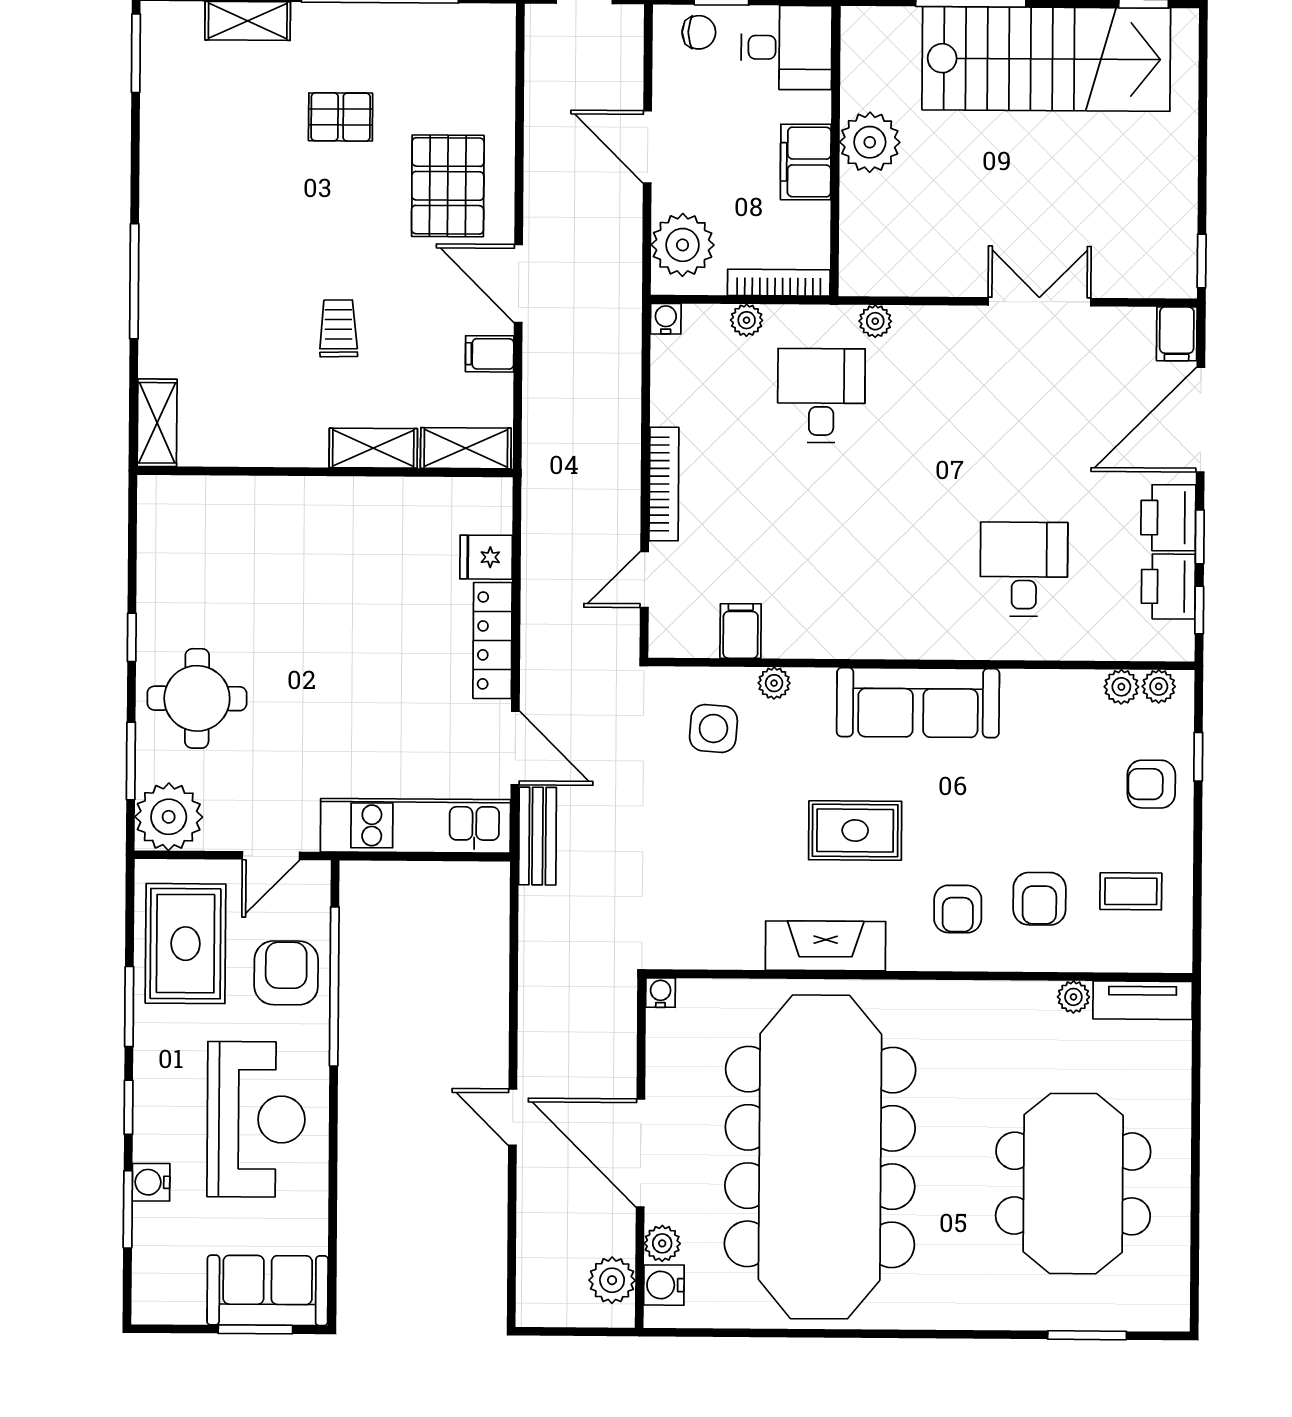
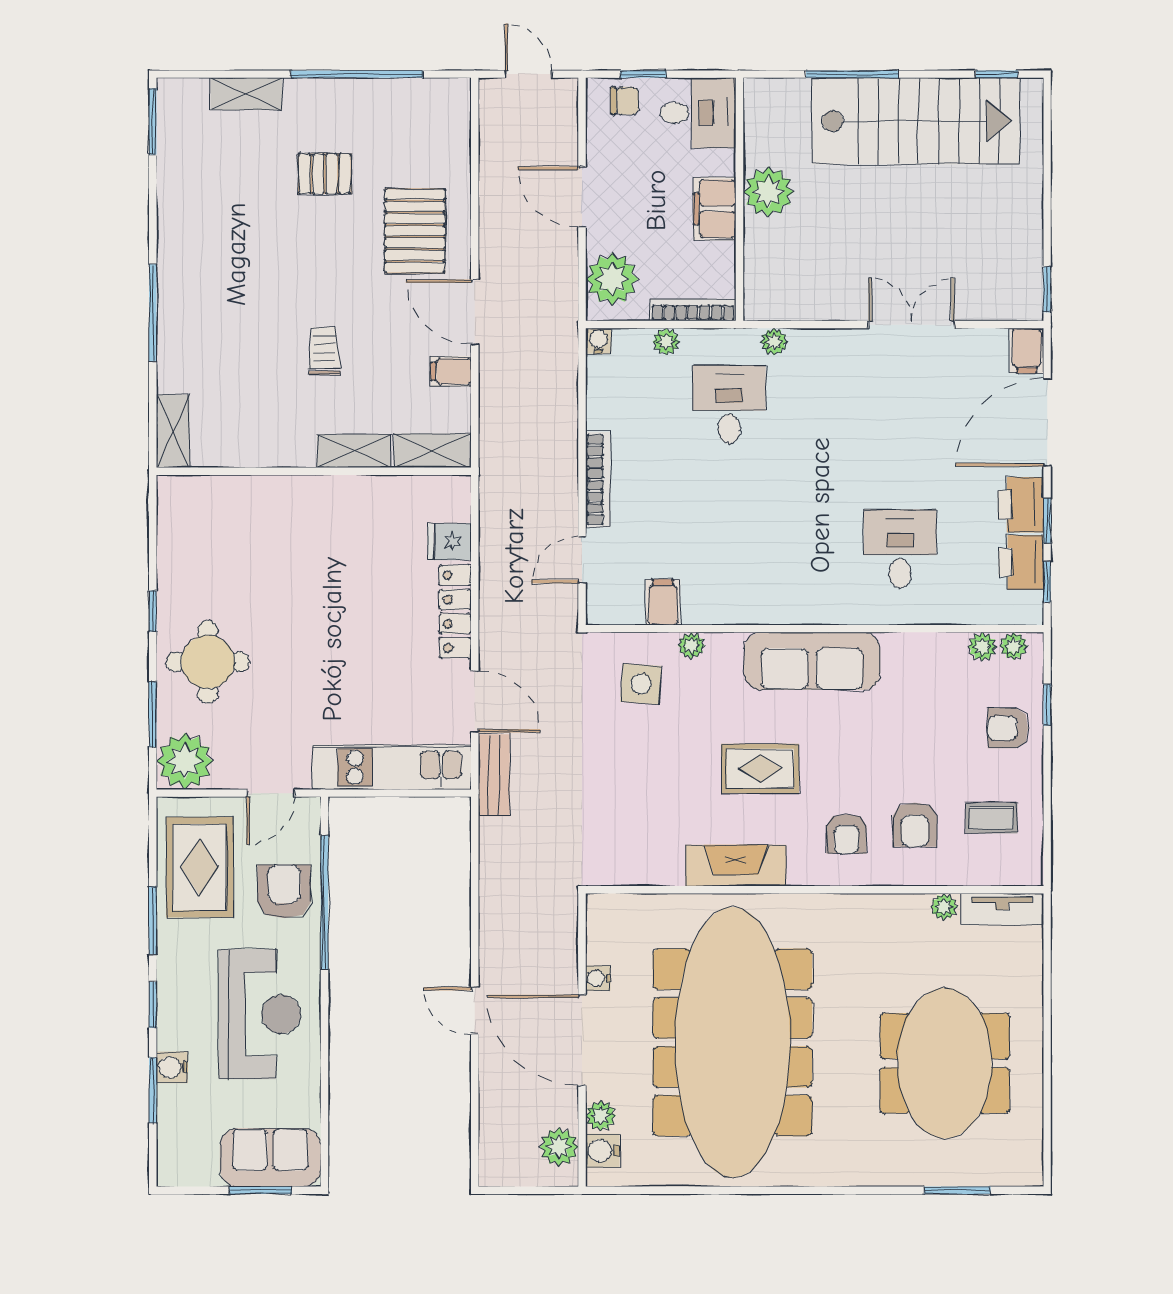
water cooler: (661, 993) -> (598, 978), moved, turned -90

